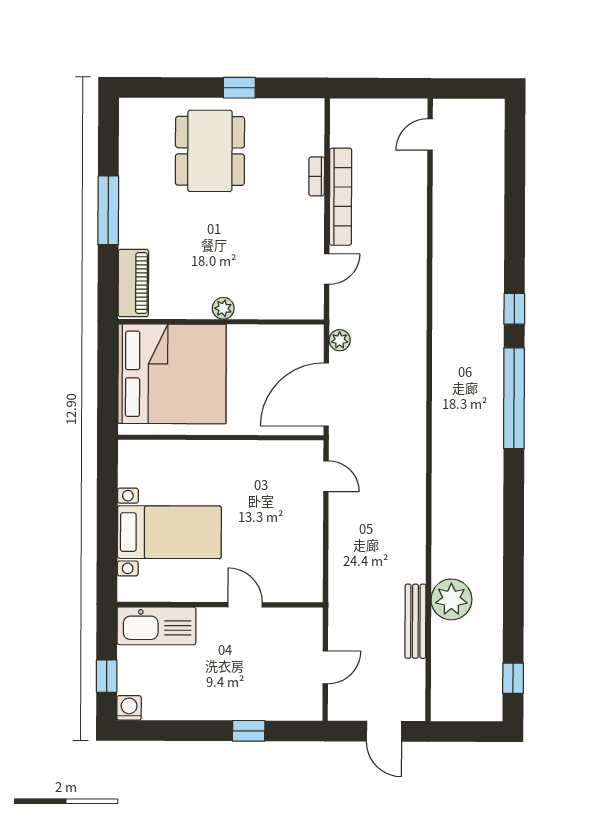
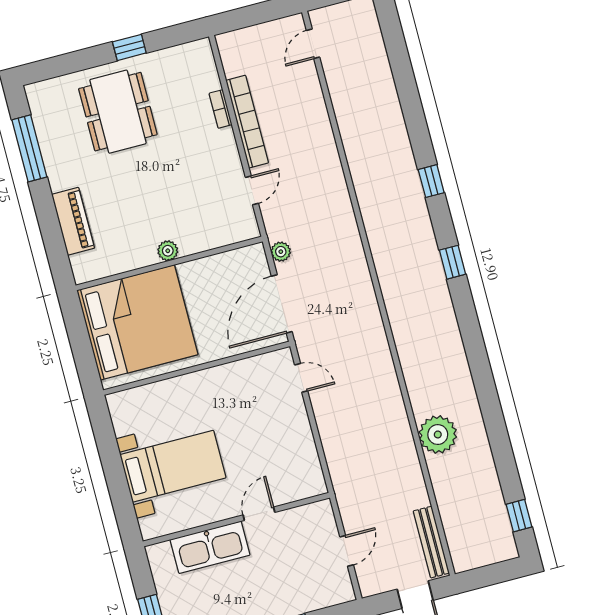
window: (108, 210) -> (29, 148), moved
piano: (133, 283) -> (73, 221), moved
window: (514, 398) -> (452, 262), width x0.32
plant: (451, 599) -> (438, 435), moved
door: (245, 605) -> (259, 514), hinge flipped
bench: (415, 621) -> (431, 542), moved
kitchen sink: (156, 626) -> (210, 547), moved

